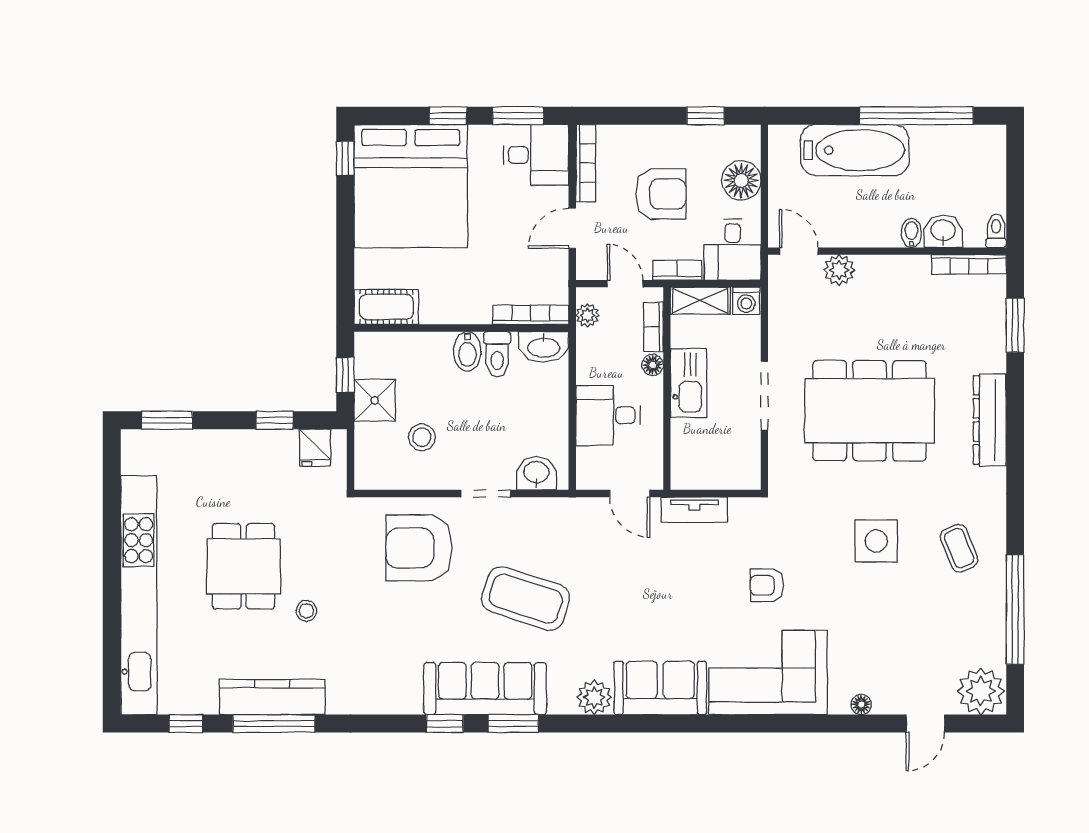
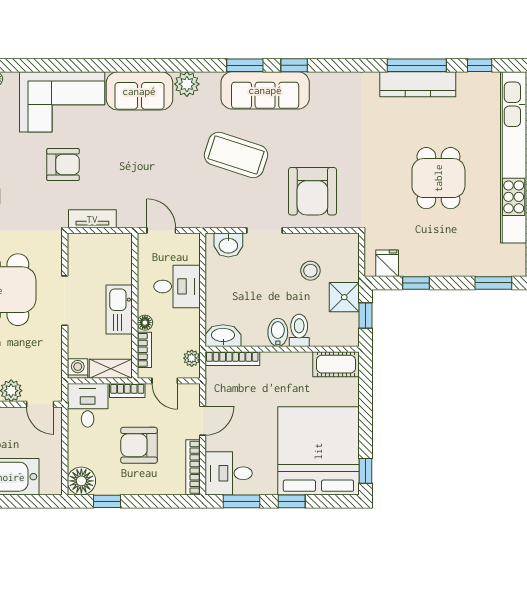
floor lamp: (741, 180) -> (81, 481), moved
toilet: (497, 354) -> (299, 330), moved
tv unit: (694, 510) -> (92, 219), moved
armchair: (419, 548) -> (312, 191), turned 90
armchair: (767, 585) -> (63, 165), width x1.38, depth x1.38
stool: (306, 611) -> (393, 146), removed

